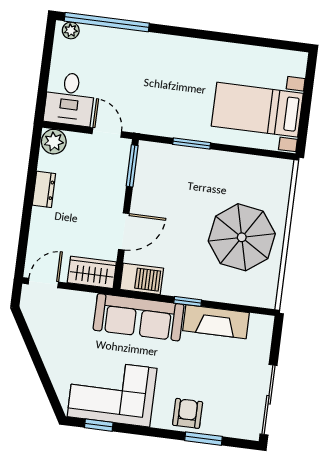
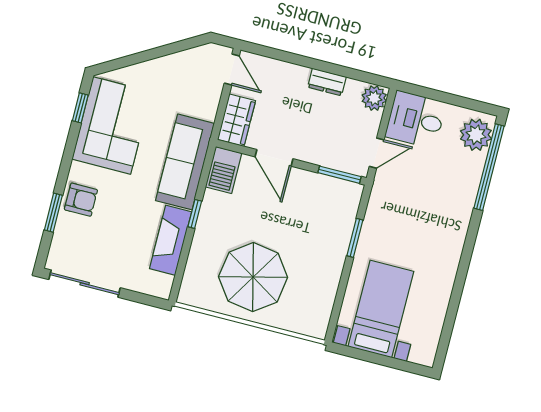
plant: (71, 30) -> (476, 135), width x1.88, depth x1.88

